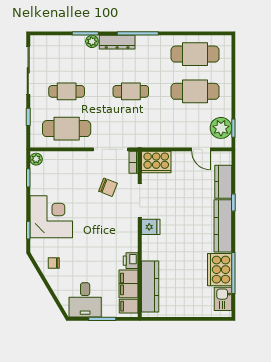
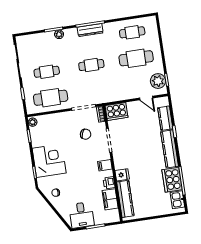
dresser: (117, 42) -> (90, 30), moved
cafe table: (195, 54) -> (132, 32), width x0.73, depth x0.74
fridge: (151, 227) -> (122, 175), moved
filing cabinet: (129, 306) -> (105, 165), moved

